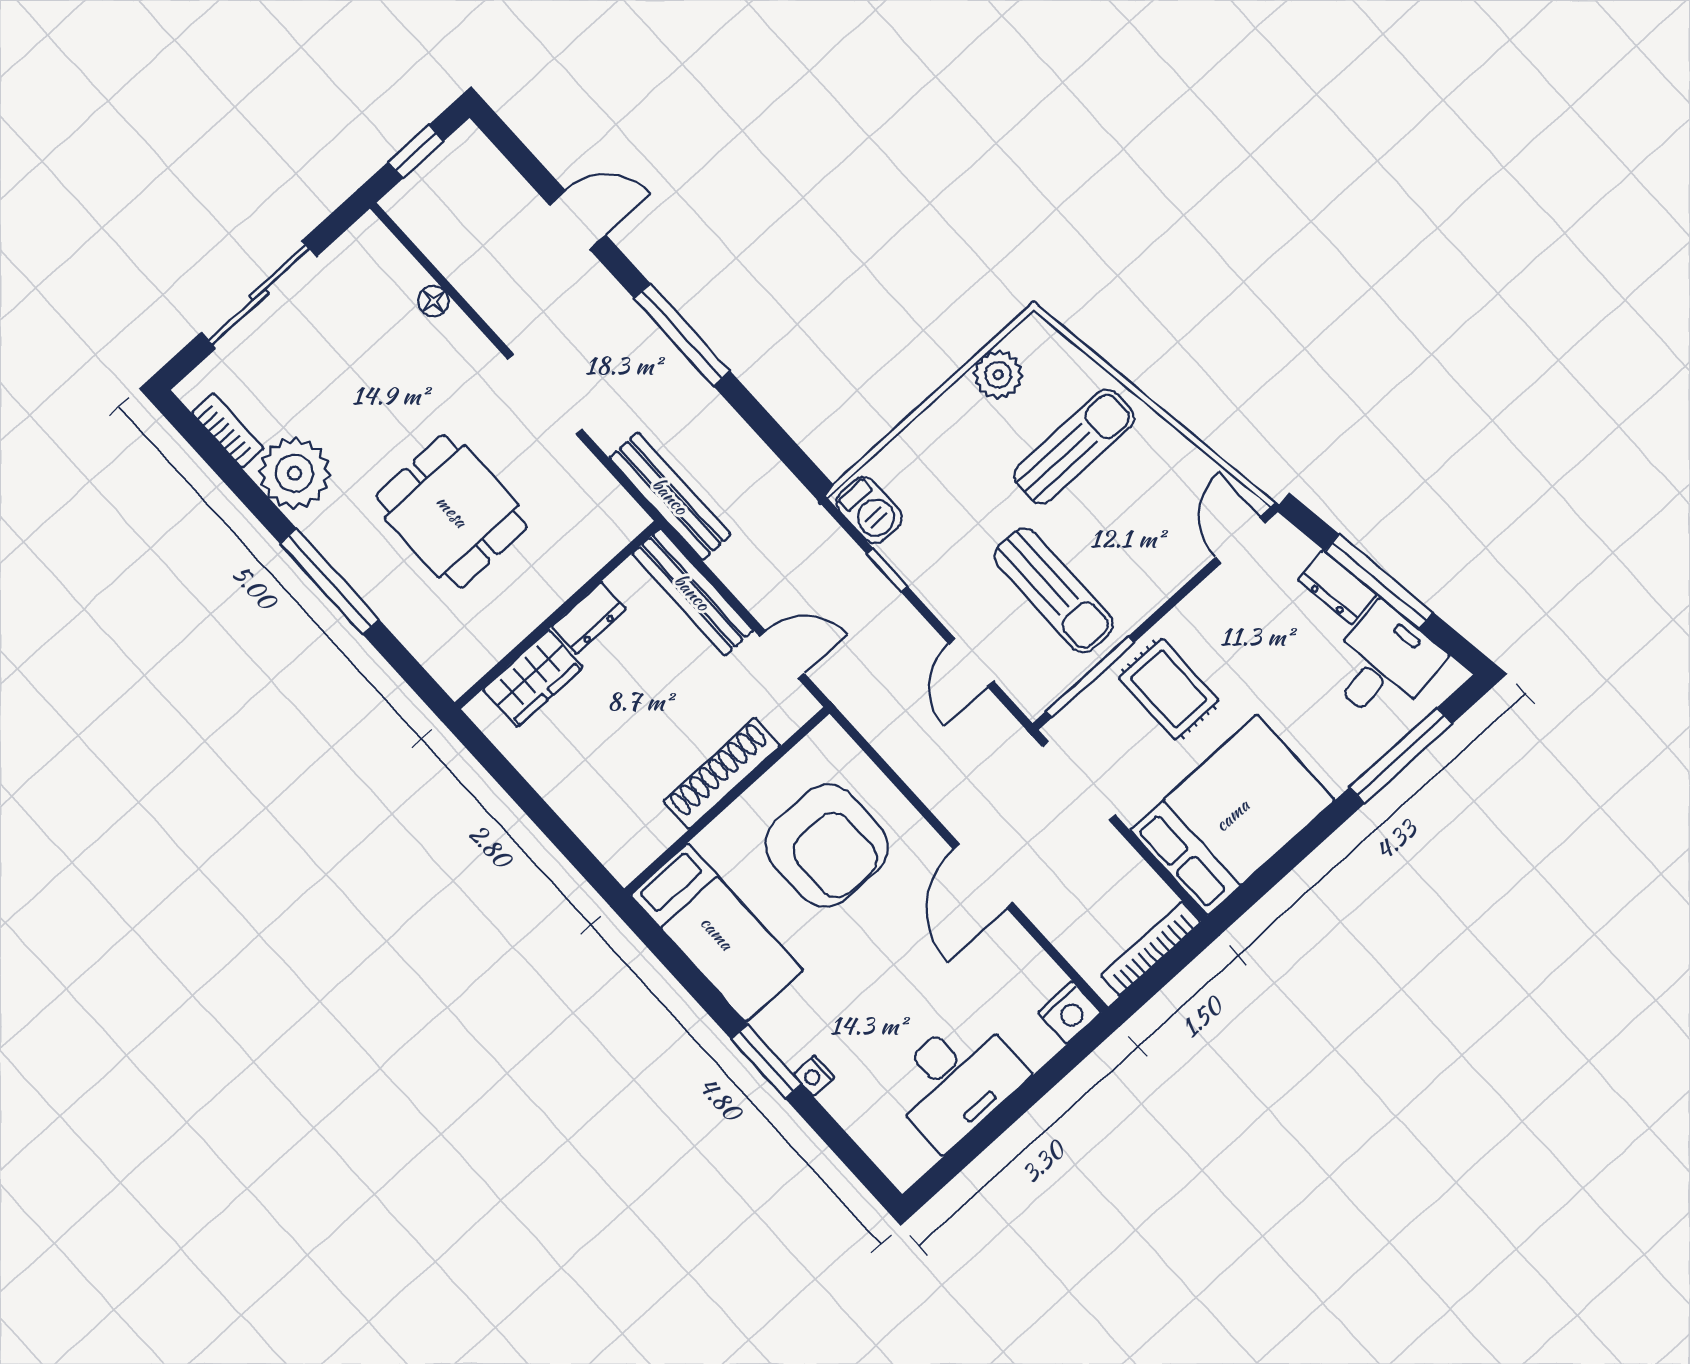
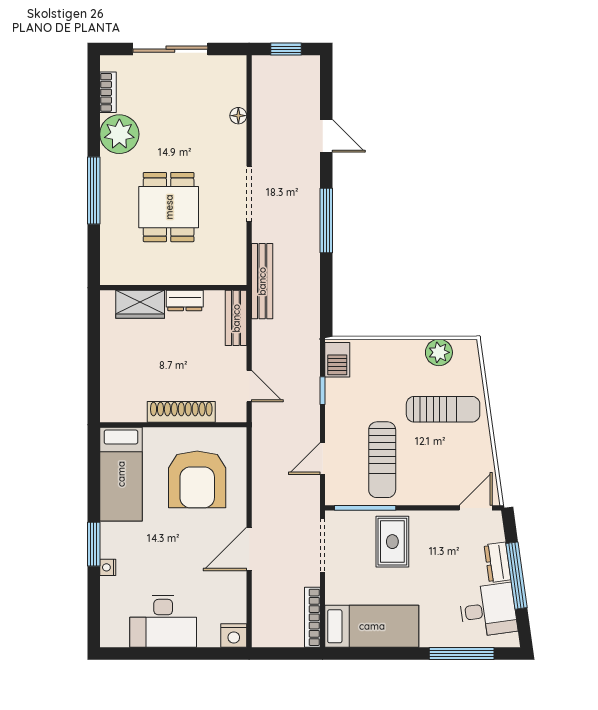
bench: (692, 592) -> (236, 318), width x0.73
bed: (1232, 815) -> (372, 626), width x0.67
bookcase: (1151, 949) -> (312, 617), moved, turned -90

